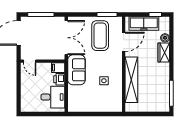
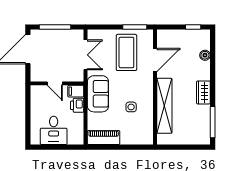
freezer: (144, 23) -> (179, 38), removed
double door: (66, 38) -> (86, 55), width x0.73
wardrobe: (164, 53) -> (203, 92), moved
door: (30, 61) -> (55, 83), moved
desk: (53, 97) -> (54, 130), moved, turned 90
piano: (81, 106) -> (104, 138), added

